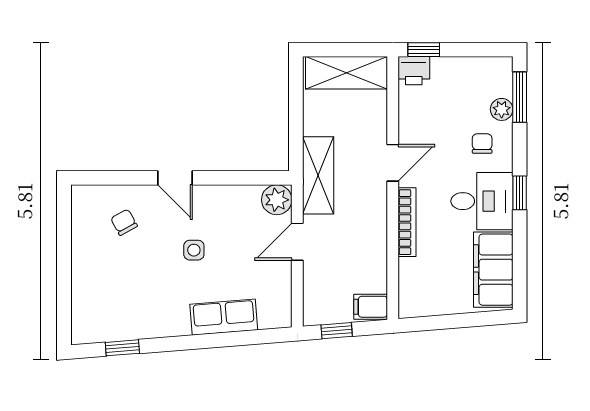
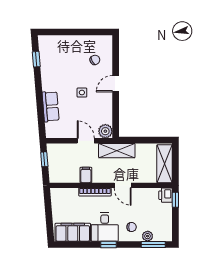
filing cabinet: (371, 307) -> (86, 175), moved

